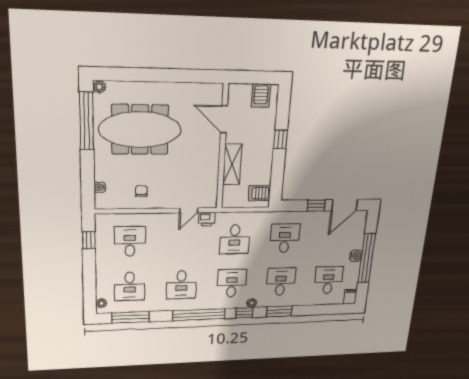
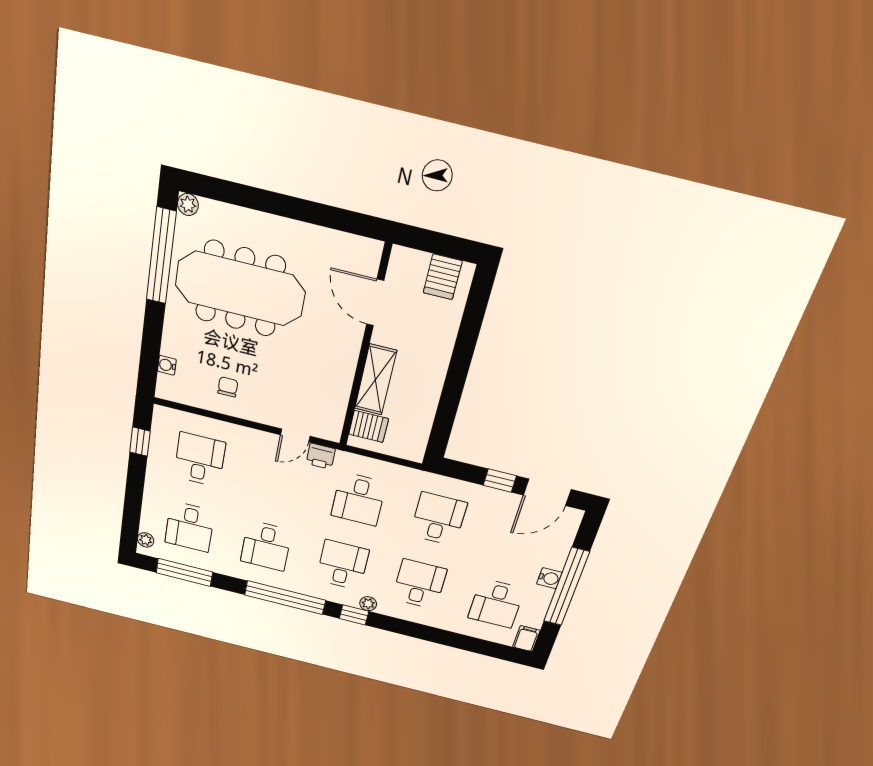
window: (280, 139) -> (462, 358), removed
server rack: (259, 193) -> (369, 426), moved, turned 180
desk: (328, 280) -> (496, 603), turned 180
window: (279, 311) -> (409, 629), removed

